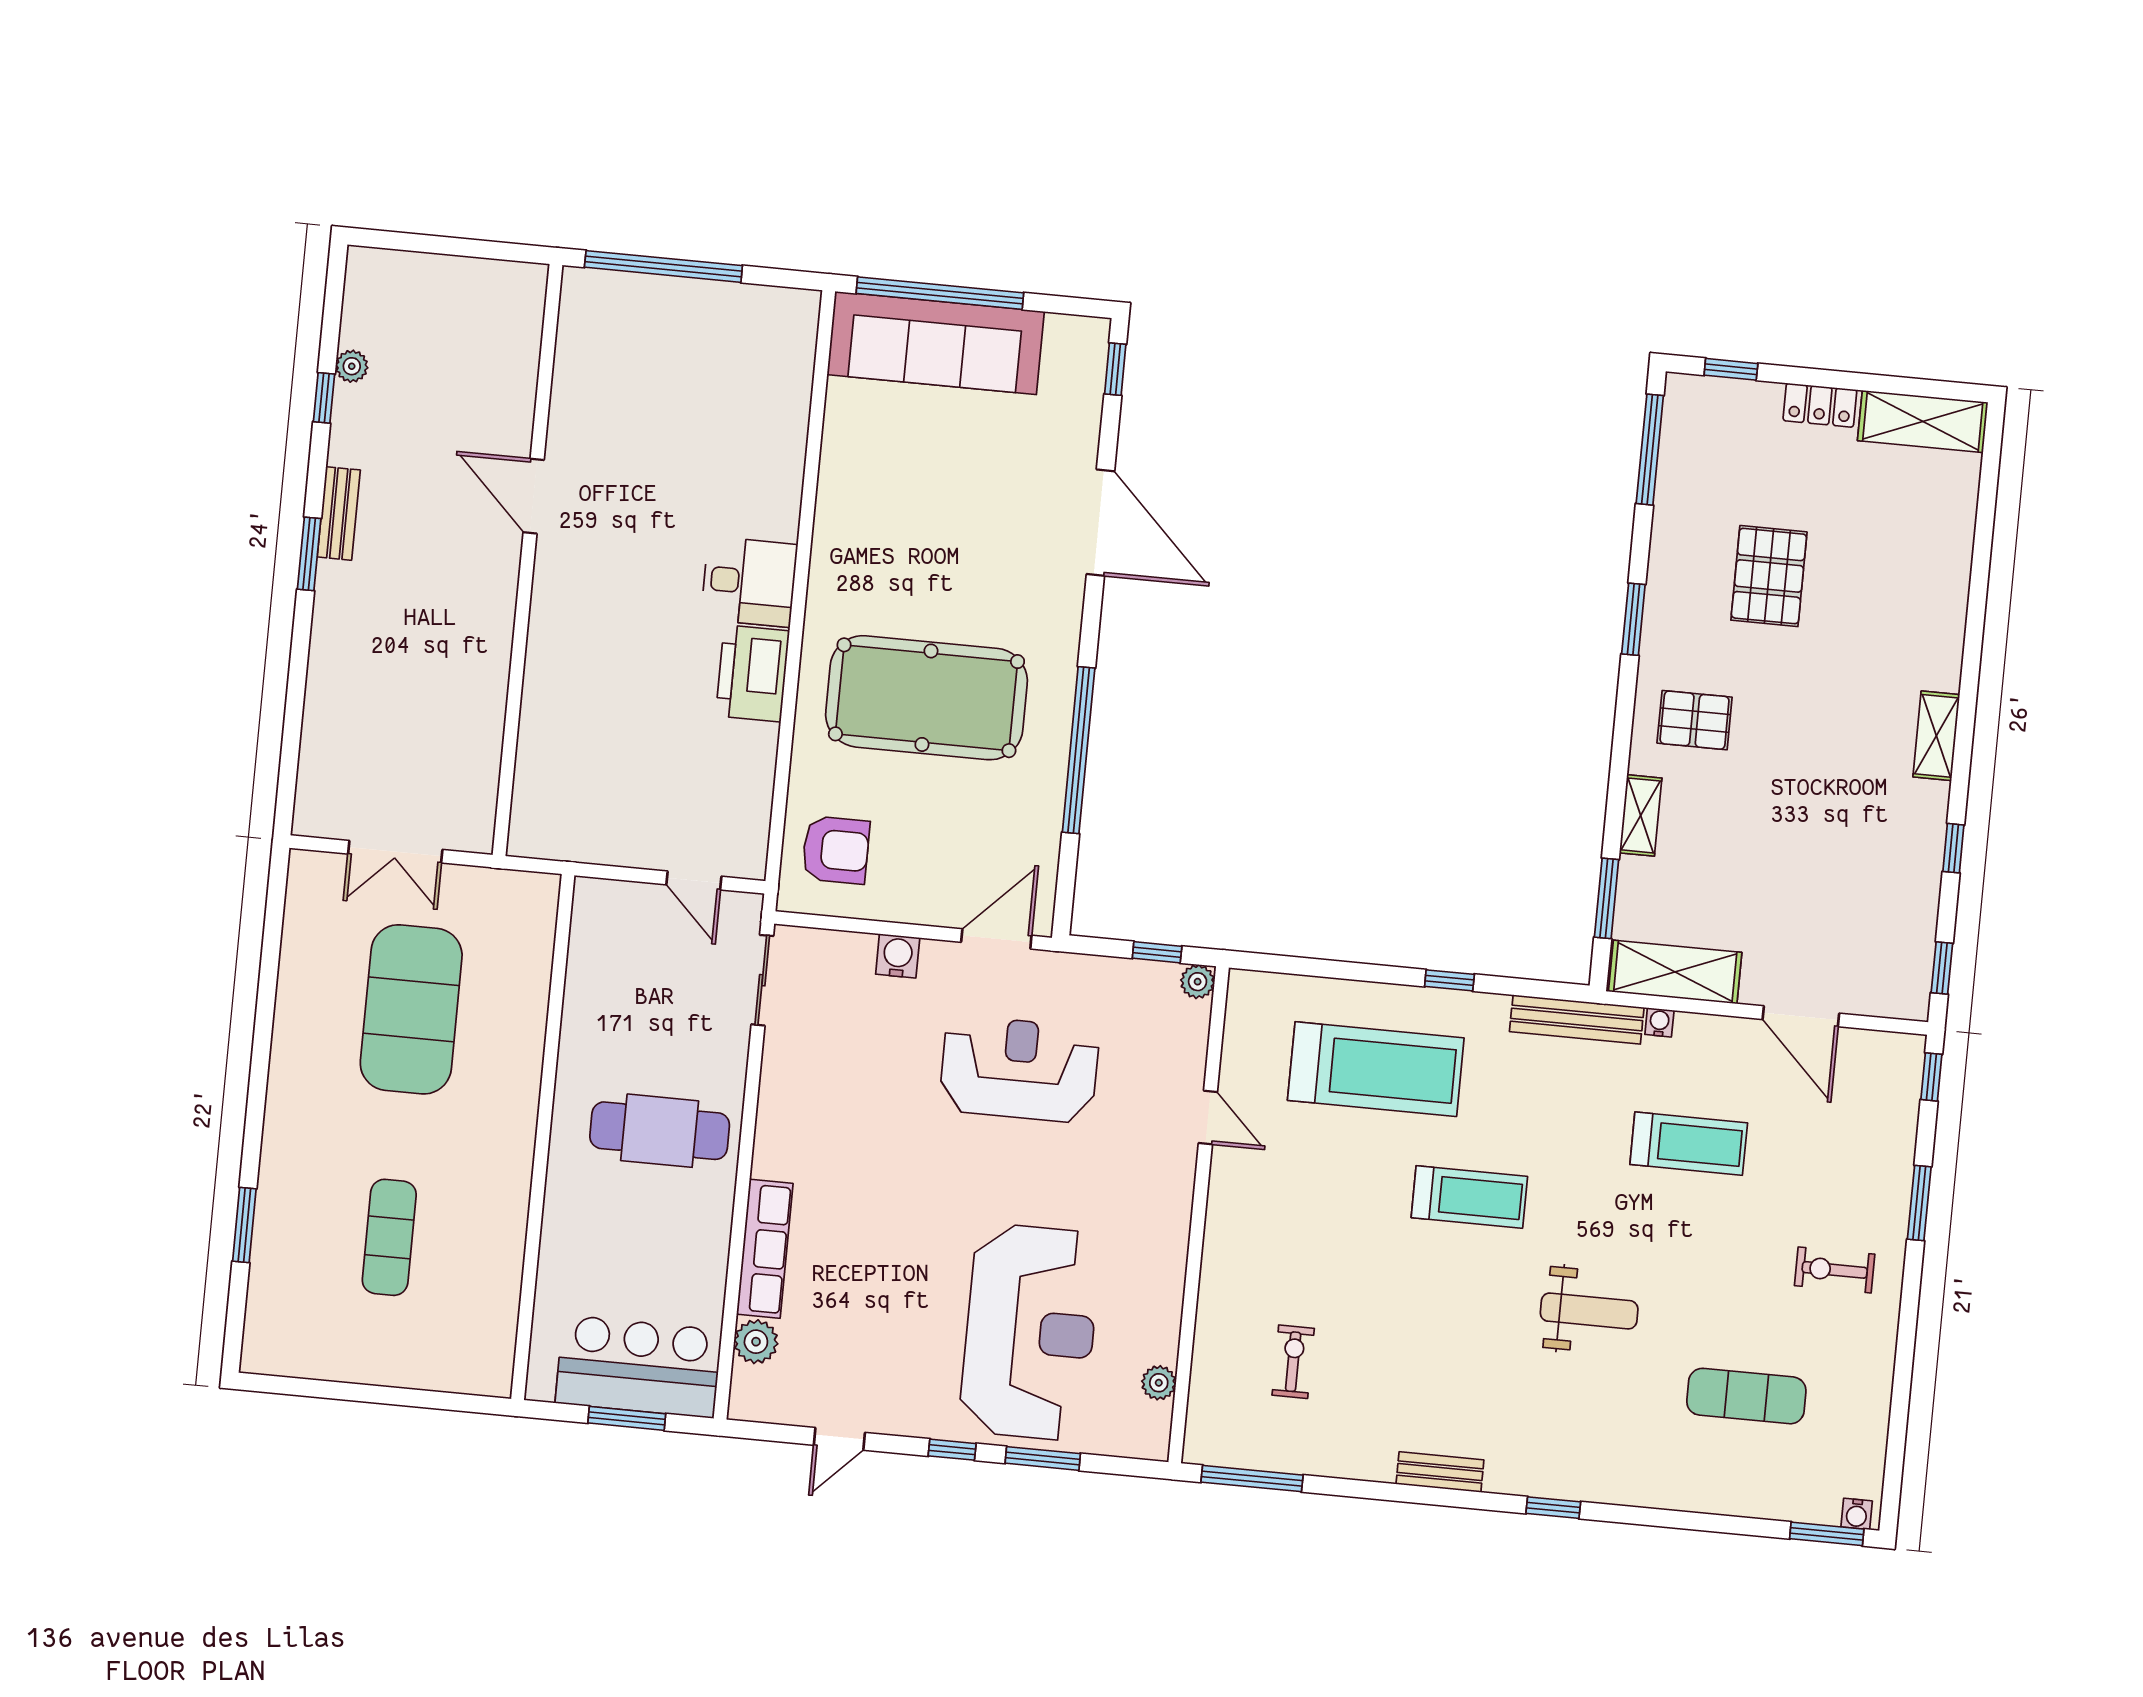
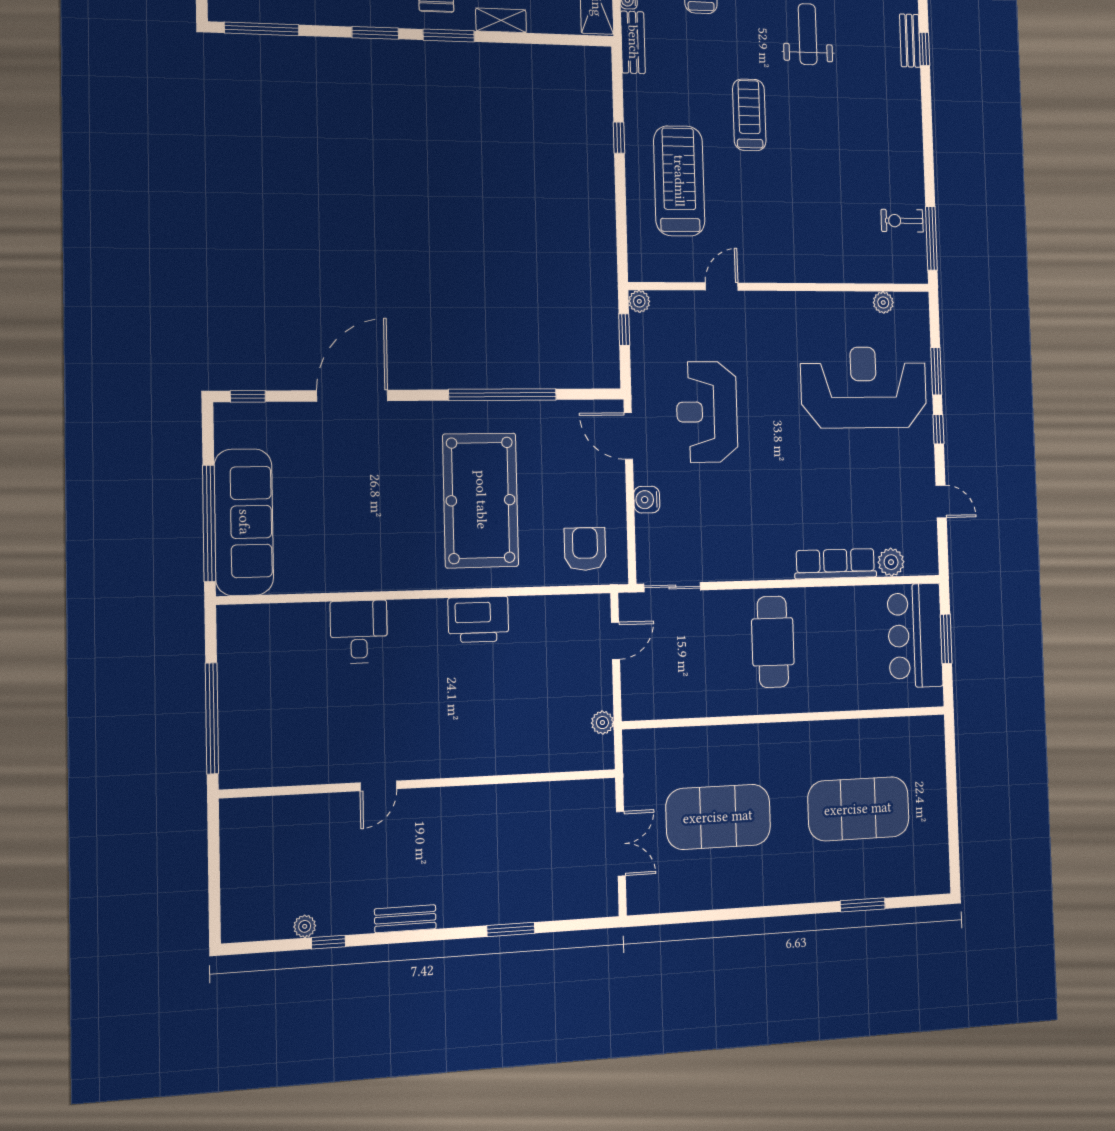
door: (534, 496) -> (378, 786), width x0.73
window: (309, 554) -> (511, 929), moved
desk: (749, 582) -> (359, 632), moved
plant: (576, 845) -> (602, 723), added
window: (1607, 898) -> (449, 36), moved
bench: (1577, 1019) -> (633, 42), width x0.73
exercise mat: (389, 1237) -> (858, 809), width x2.00, depth x1.45
exercise bike: (1293, 1362) -> (902, 221), moved
bench: (1440, 1472) -> (910, 41), moved

